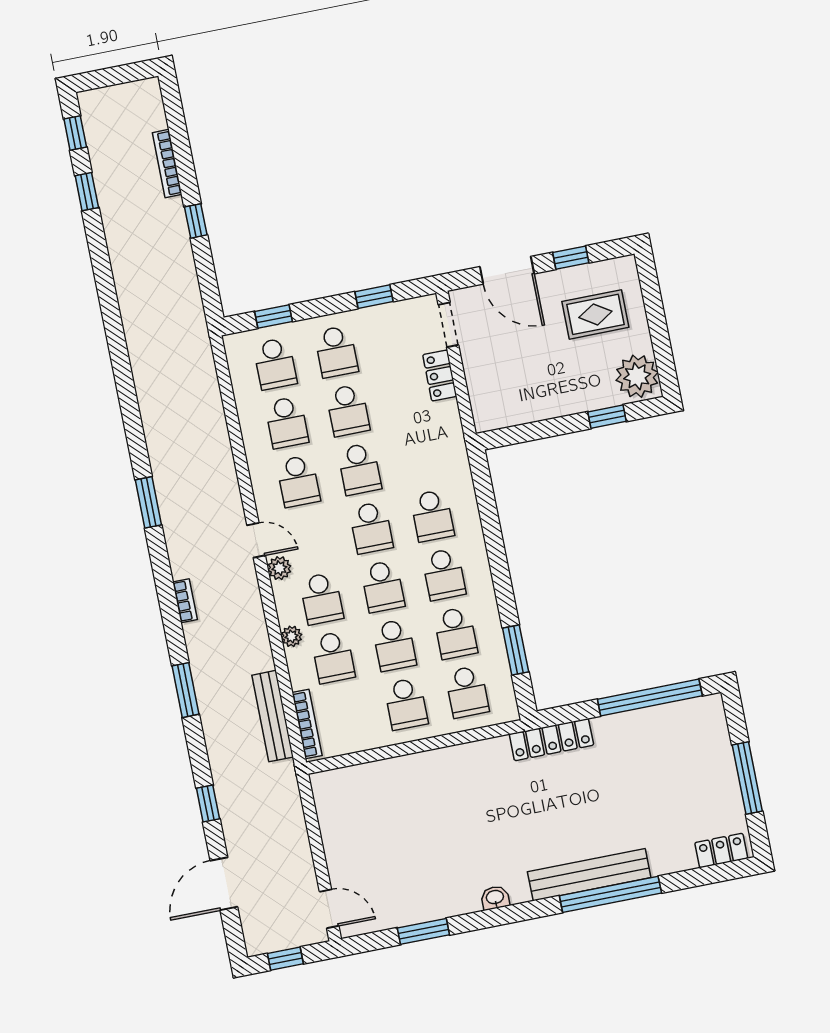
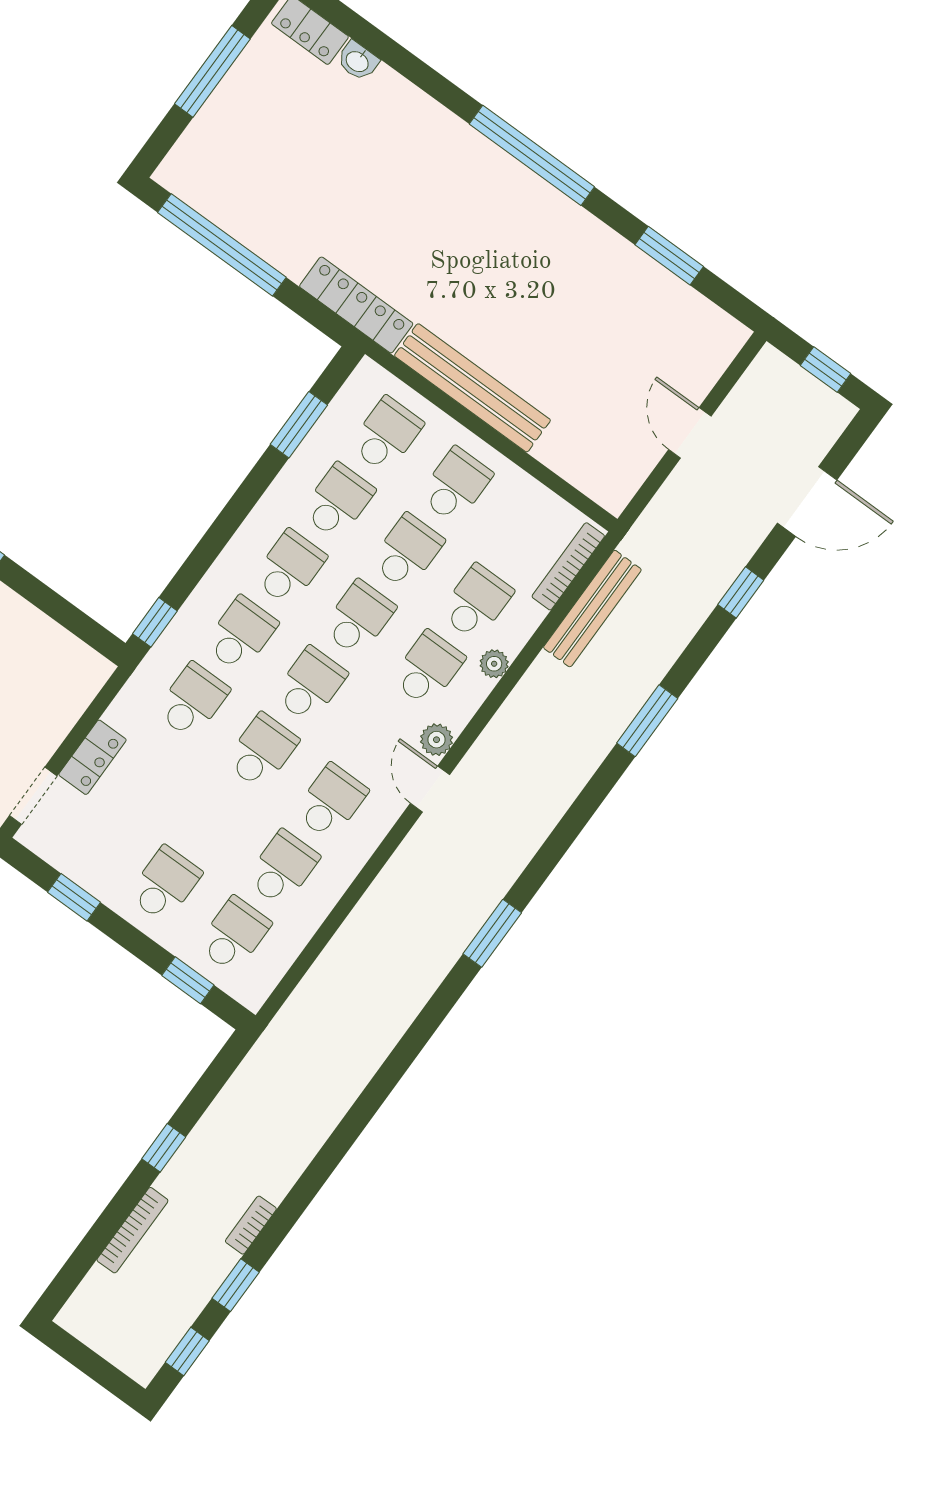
school desk: (348, 410) -> (193, 701), moved
window: (481, 475) -> (155, 622), added
bookcase: (185, 601) -> (251, 1225), moved
bench: (589, 875) -> (472, 388), moved
window: (610, 894) -> (532, 155), moved
washbasin: (495, 898) -> (358, 61), moved
door: (329, 909) -> (690, 433), moved

